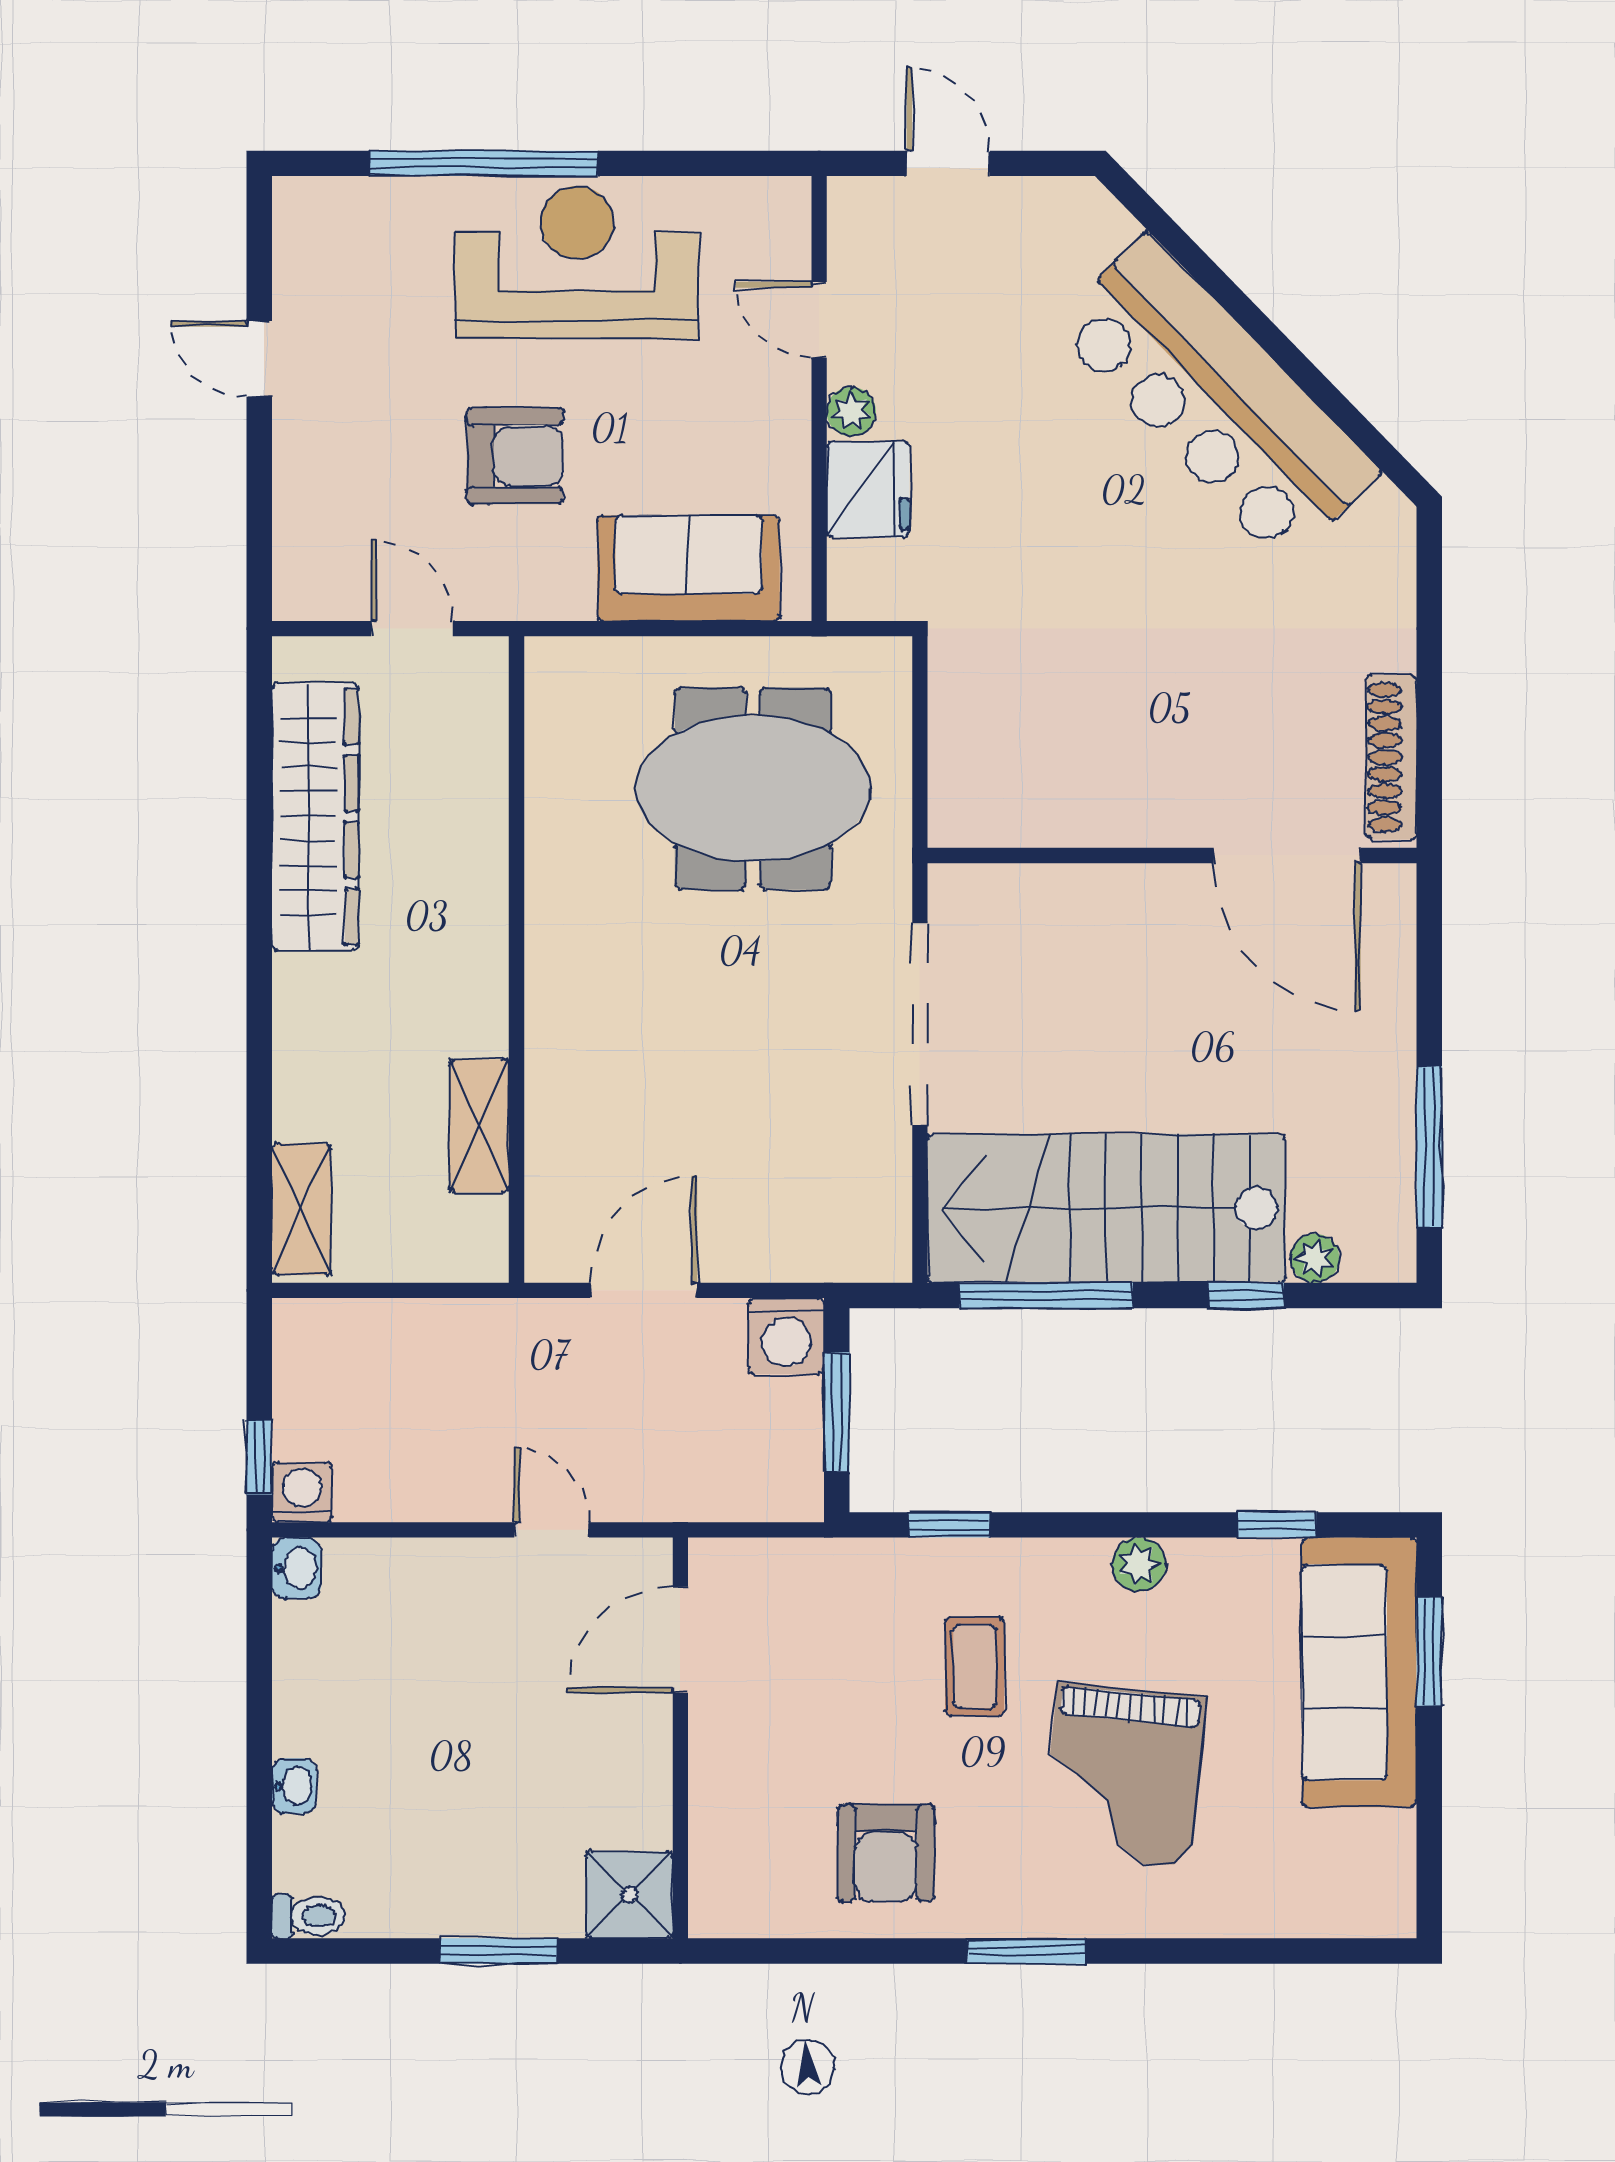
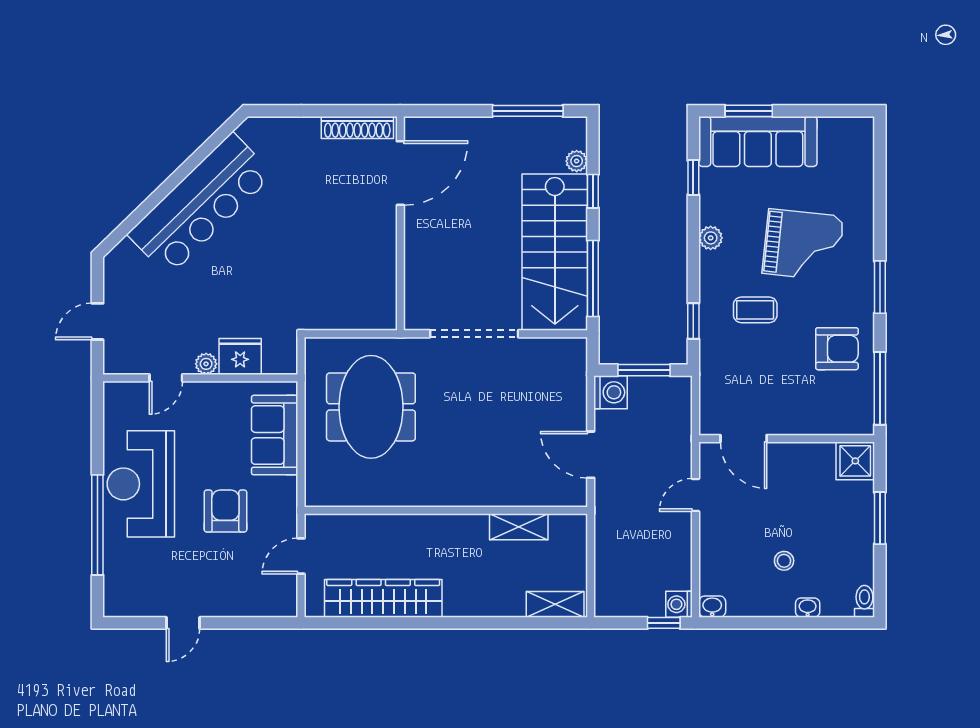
stool: (401, 1732) -> (784, 561), added
window: (795, 1951) -> (880, 388), added

